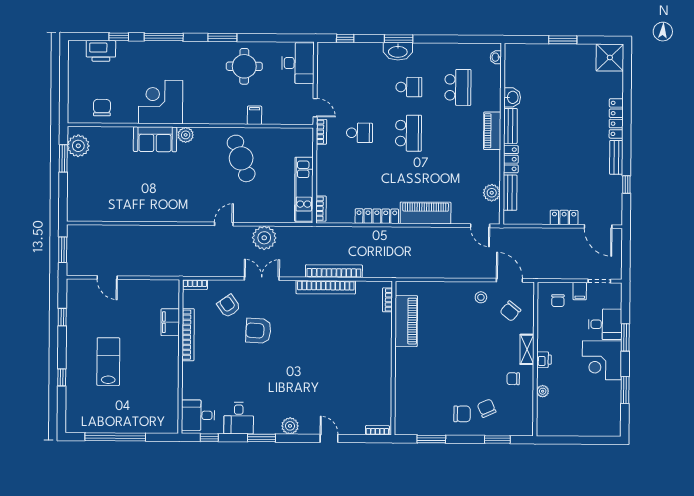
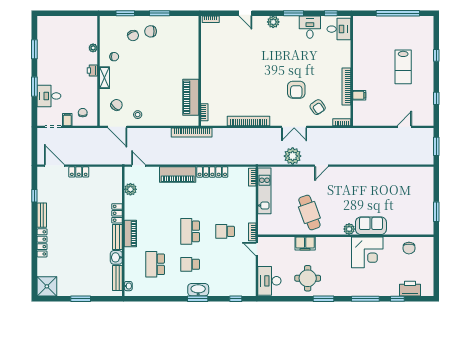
filing cabinet: (255, 115) -> (305, 243), width x2.00
plant: (78, 146) -> (426, 221), removed
bench: (510, 193) -> (117, 278), moved
bookcase: (334, 271) -> (192, 133), moved
door: (107, 278) -> (404, 127), hinge flipped
filing cabinet: (170, 322) -> (359, 95), width x0.50
armchair: (258, 331) -> (296, 90), turned 87
corner desk: (602, 360) -> (51, 70), removed
window: (431, 439) -> (160, 13), moved

